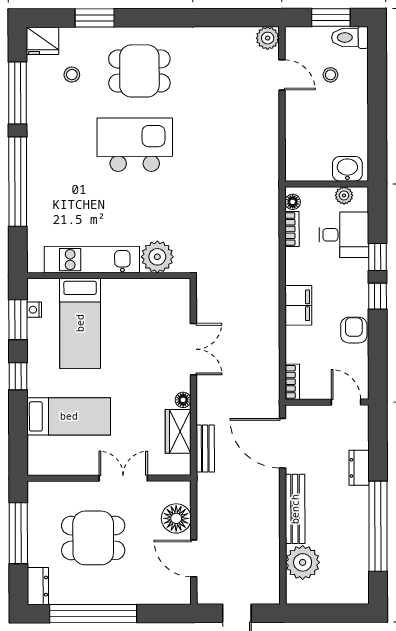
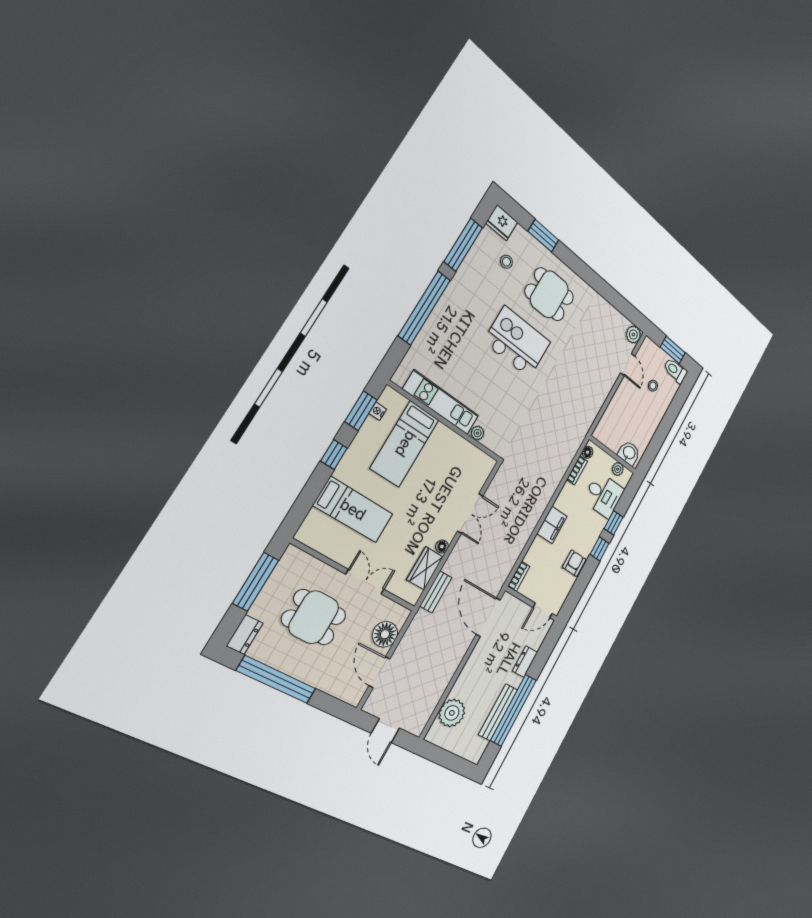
plant: (157, 257) -> (477, 433), width x0.53, depth x0.53
door: (346, 402) -> (543, 610), swing flipped
bench: (295, 509) -> (498, 712), moved

